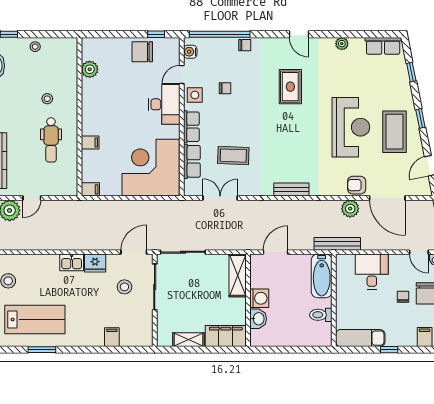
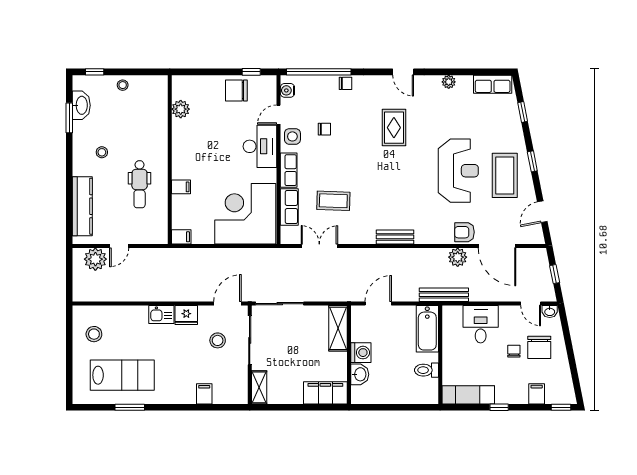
stool: (47, 99) -> (102, 152), moved
shelving: (188, 340) -> (259, 387), moved, turned 90

